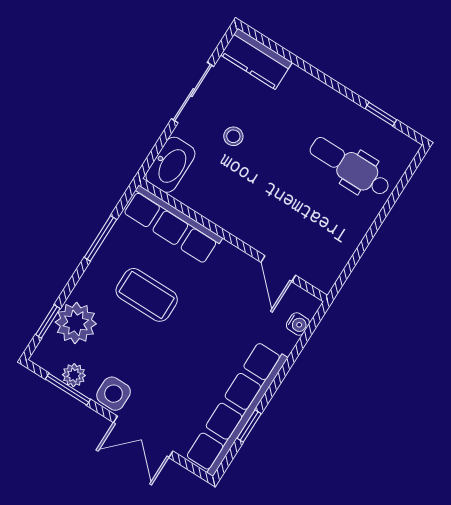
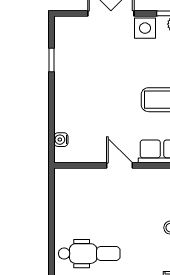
door: (278, 269) -> (119, 165), moved
row of seats: (236, 408) -> (66, 66), removed

